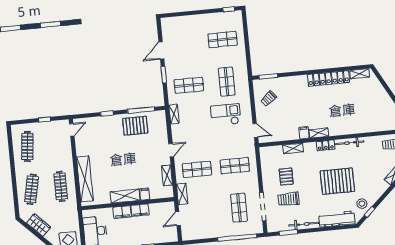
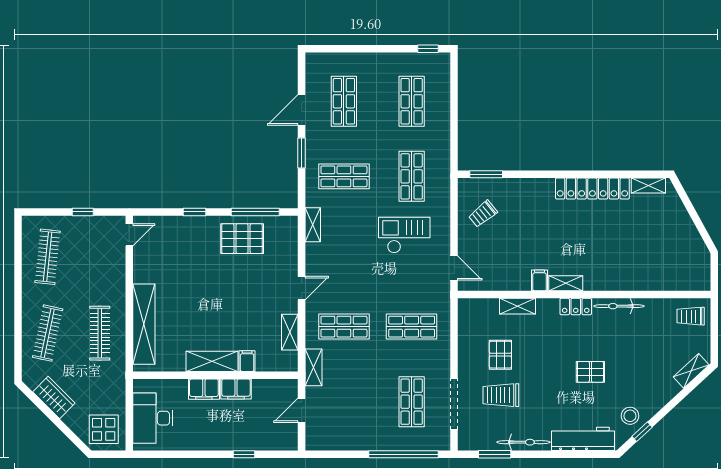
shop shelf: (223, 40) -> (412, 101), turned 90
shop shelf: (185, 43) -> (344, 101), added
pallet: (337, 181) -> (590, 372), width x0.49, depth x0.50

